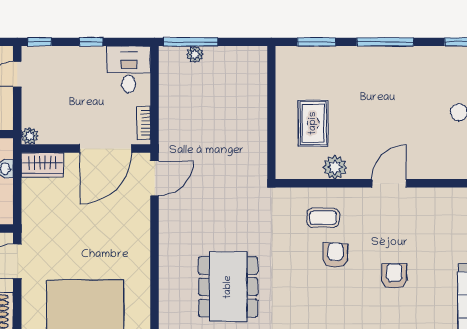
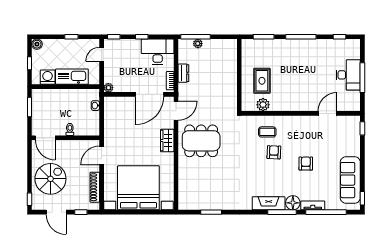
desk: (129, 69) -> (158, 52), width x1.37
dresser: (168, 109) -> (183, 73), added
wardrobe: (42, 165) -> (167, 141), moved, turned 90
plant: (335, 167) -> (263, 105), moved
door: (389, 183) -> (328, 113), moved
dining table: (228, 287) -> (201, 141), moved, turned 90

